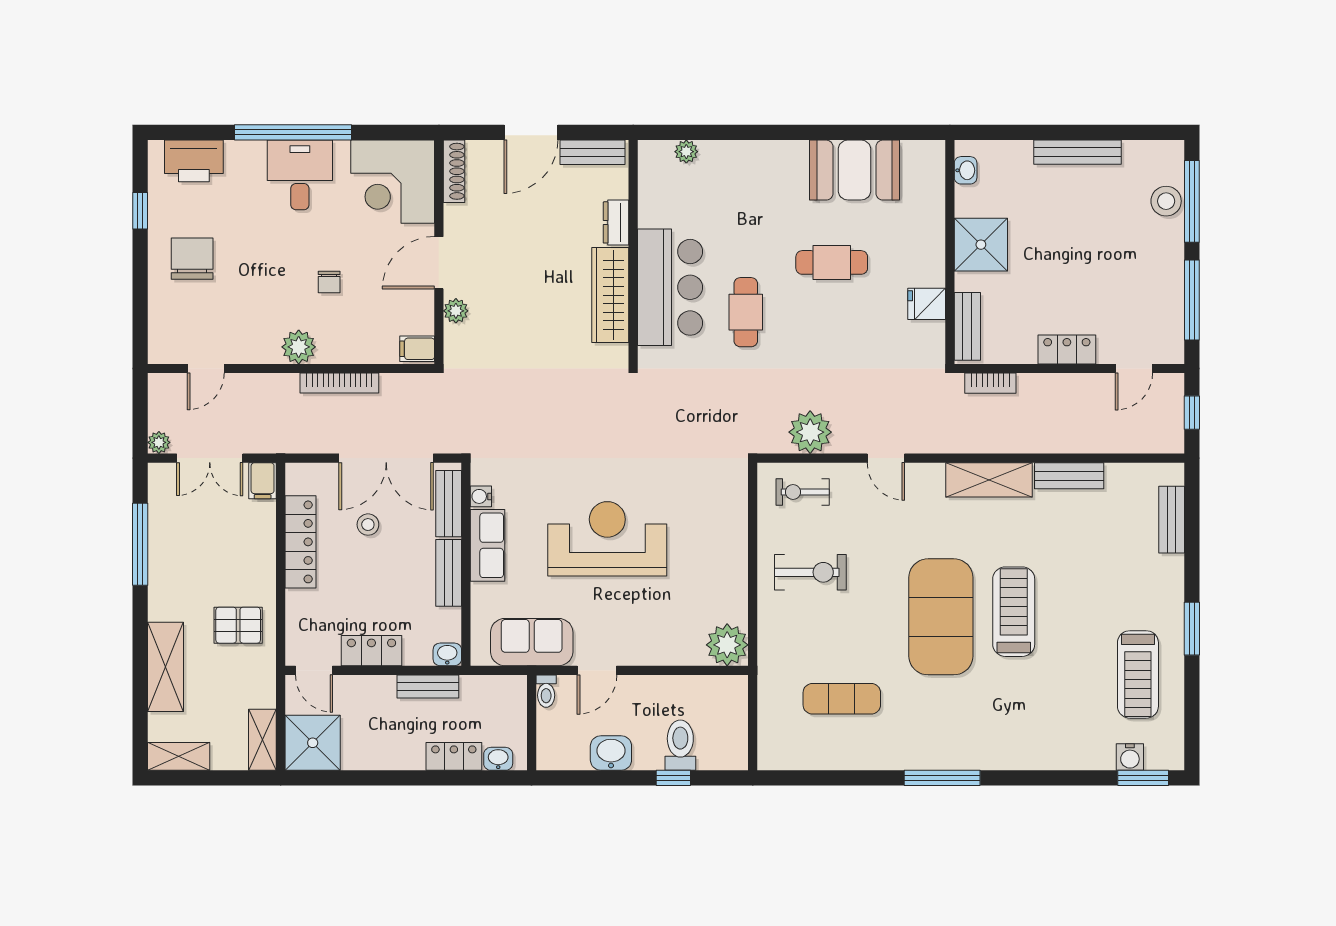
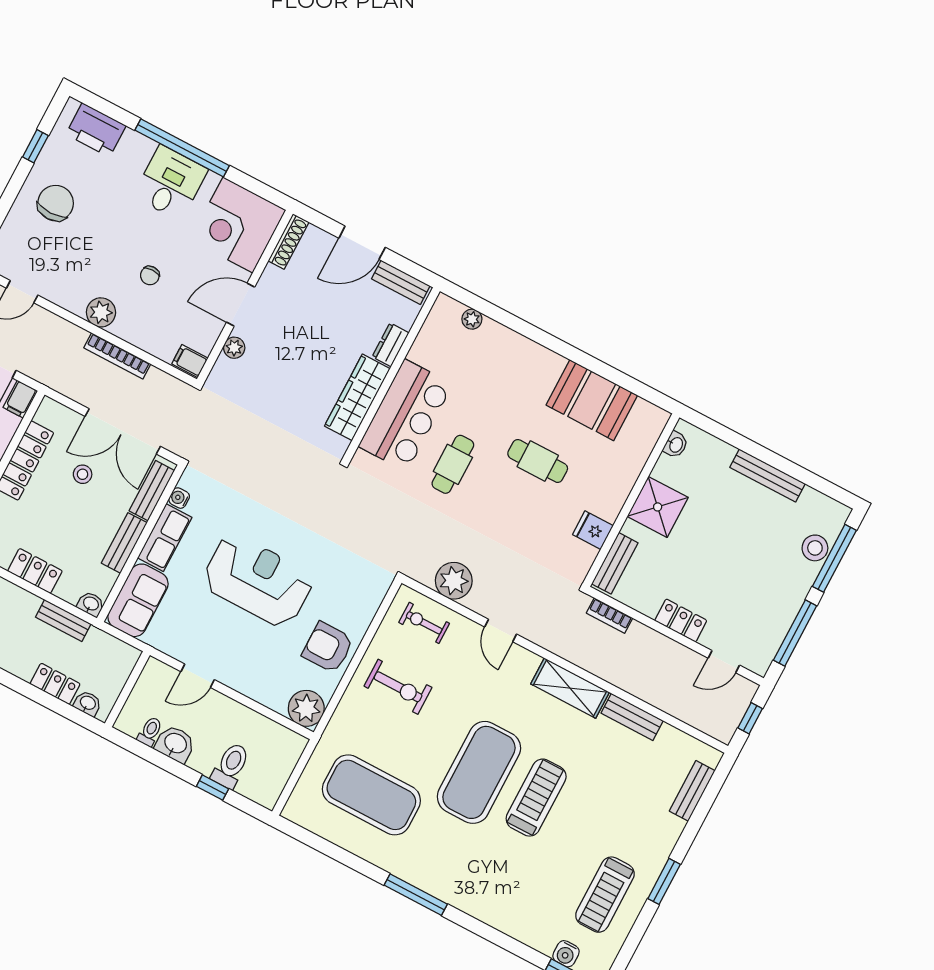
armchair: (716, 570) -> (328, 647), added
sofa: (532, 642) -> (138, 600), moved, turned 90
toilet: (546, 691) -> (150, 732), moved, turned 180
exercise mat: (842, 699) -> (371, 795), width x2.00, depth x1.45

